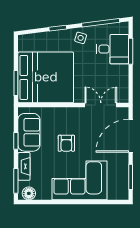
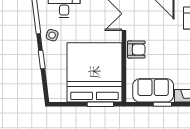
armchair: (66, 143) -> (136, 49), moved

